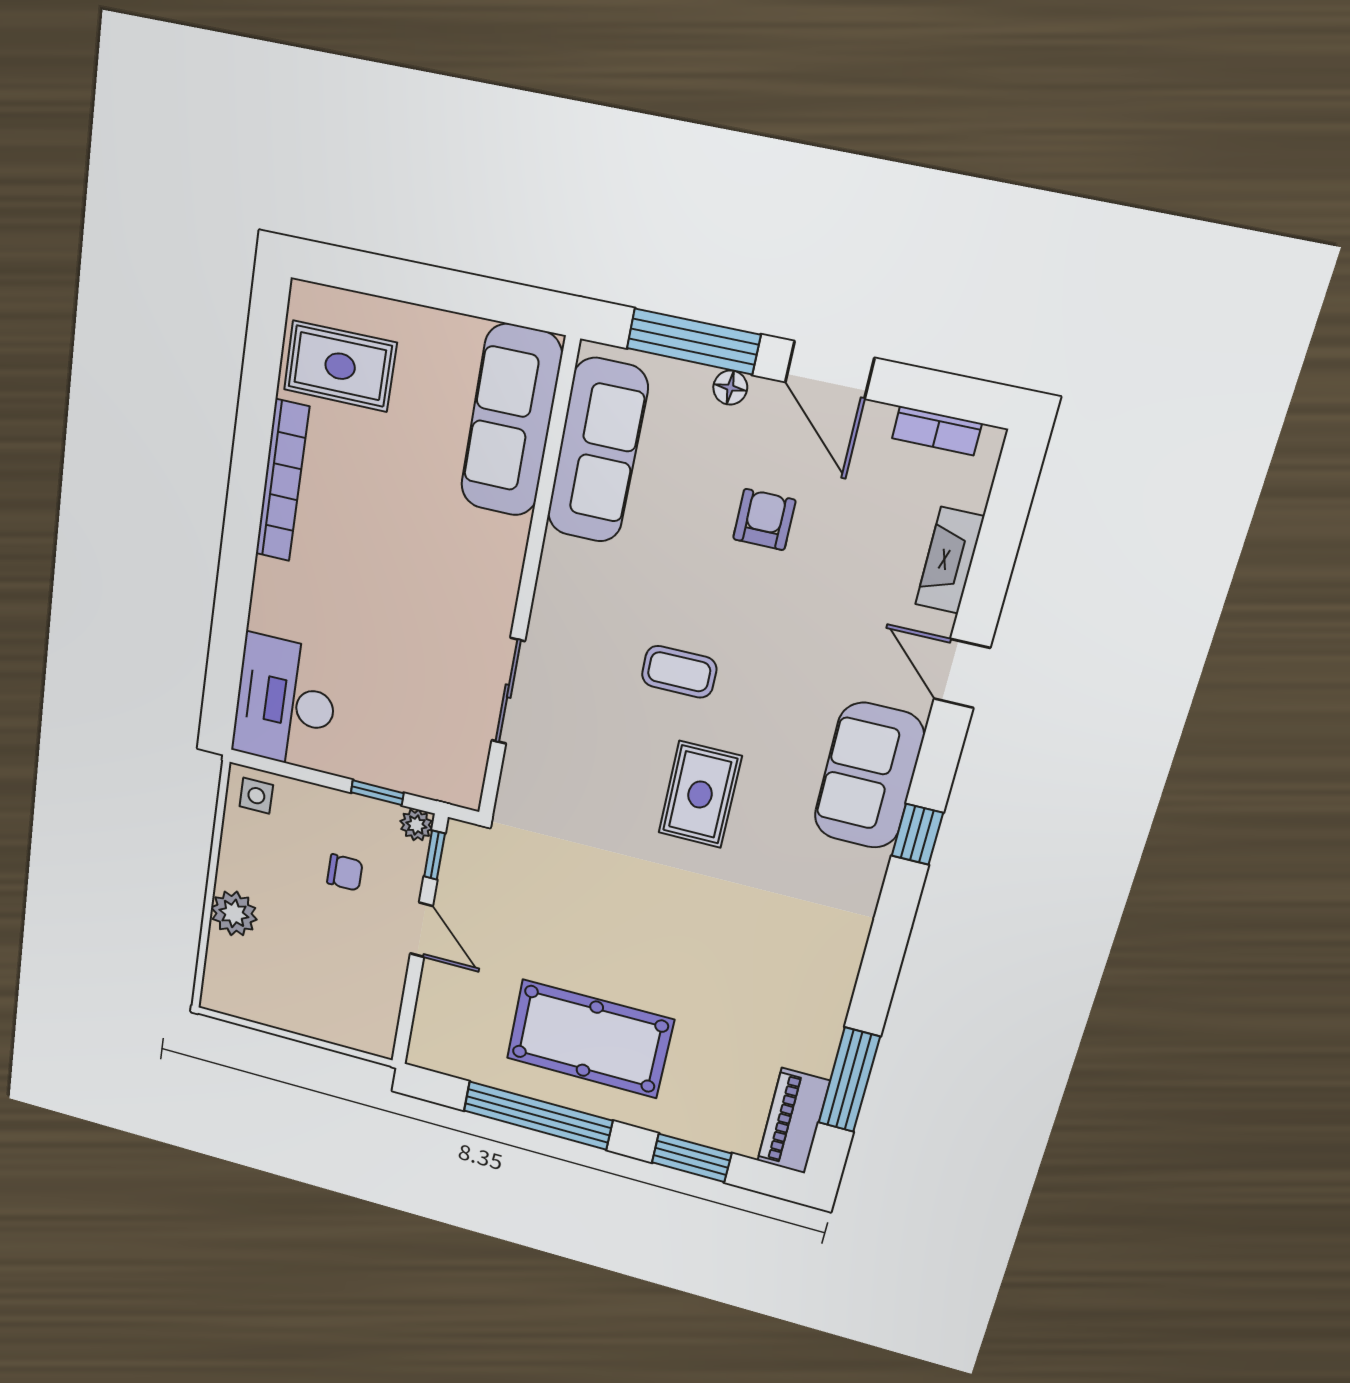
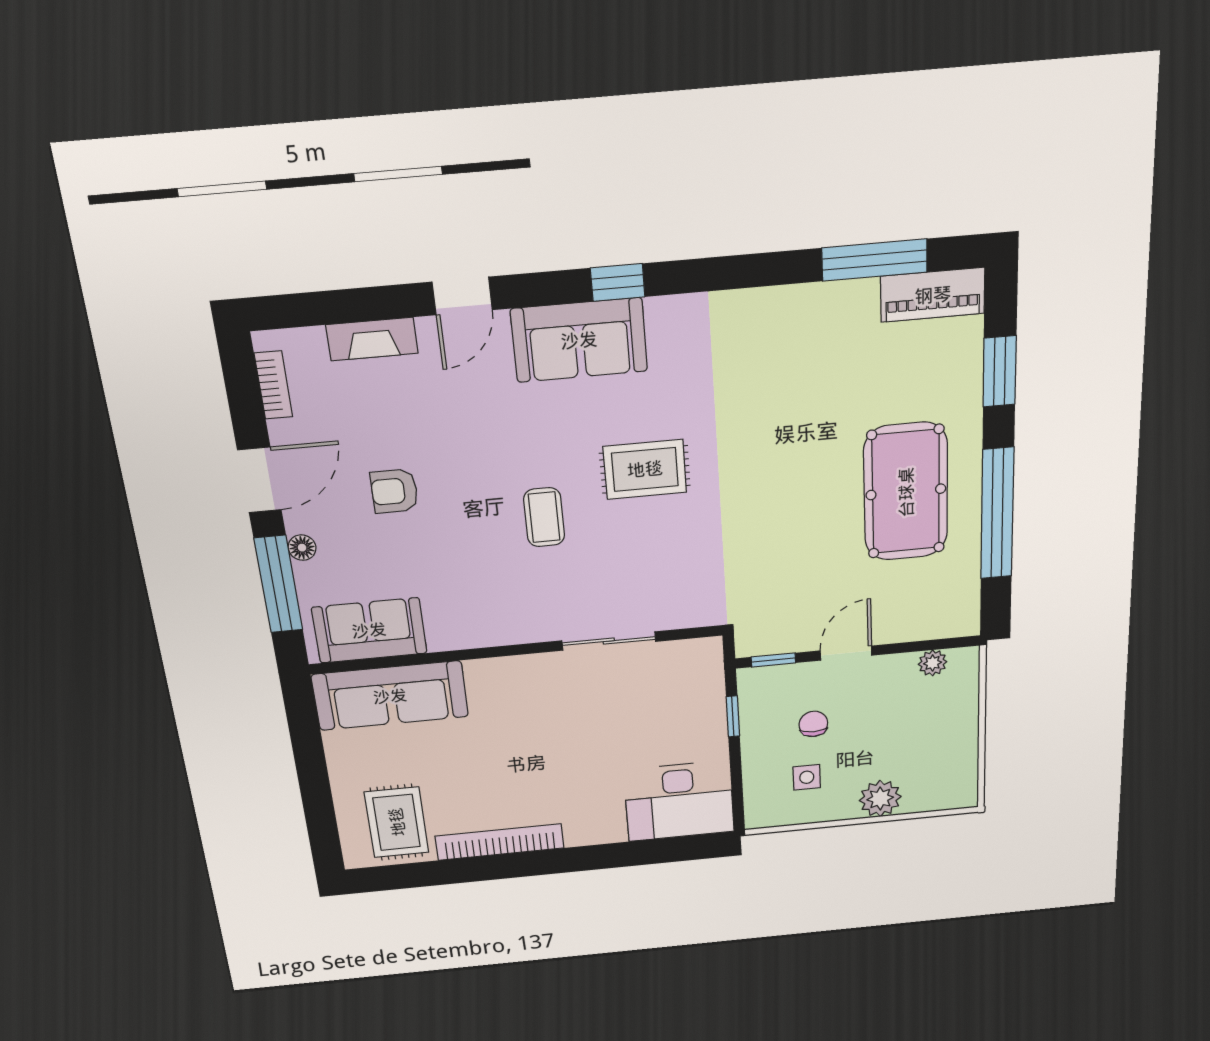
sofa: (597, 451) -> (369, 630), width x0.73
side table: (256, 796) -> (807, 777), moved
plant: (416, 825) -> (933, 663), moved

